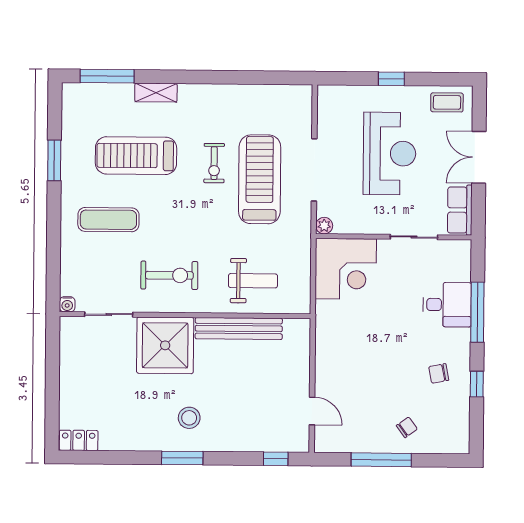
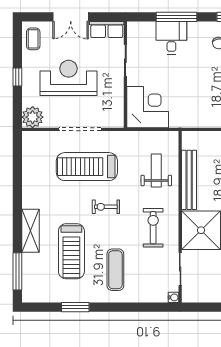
shelving: (156, 93) -> (30, 231), width x1.50, depth x1.33
exercise bike: (214, 163) -> (106, 207), moved, turned 180
plant: (324, 226) -> (33, 117), moved, width x1.87, depth x1.87

